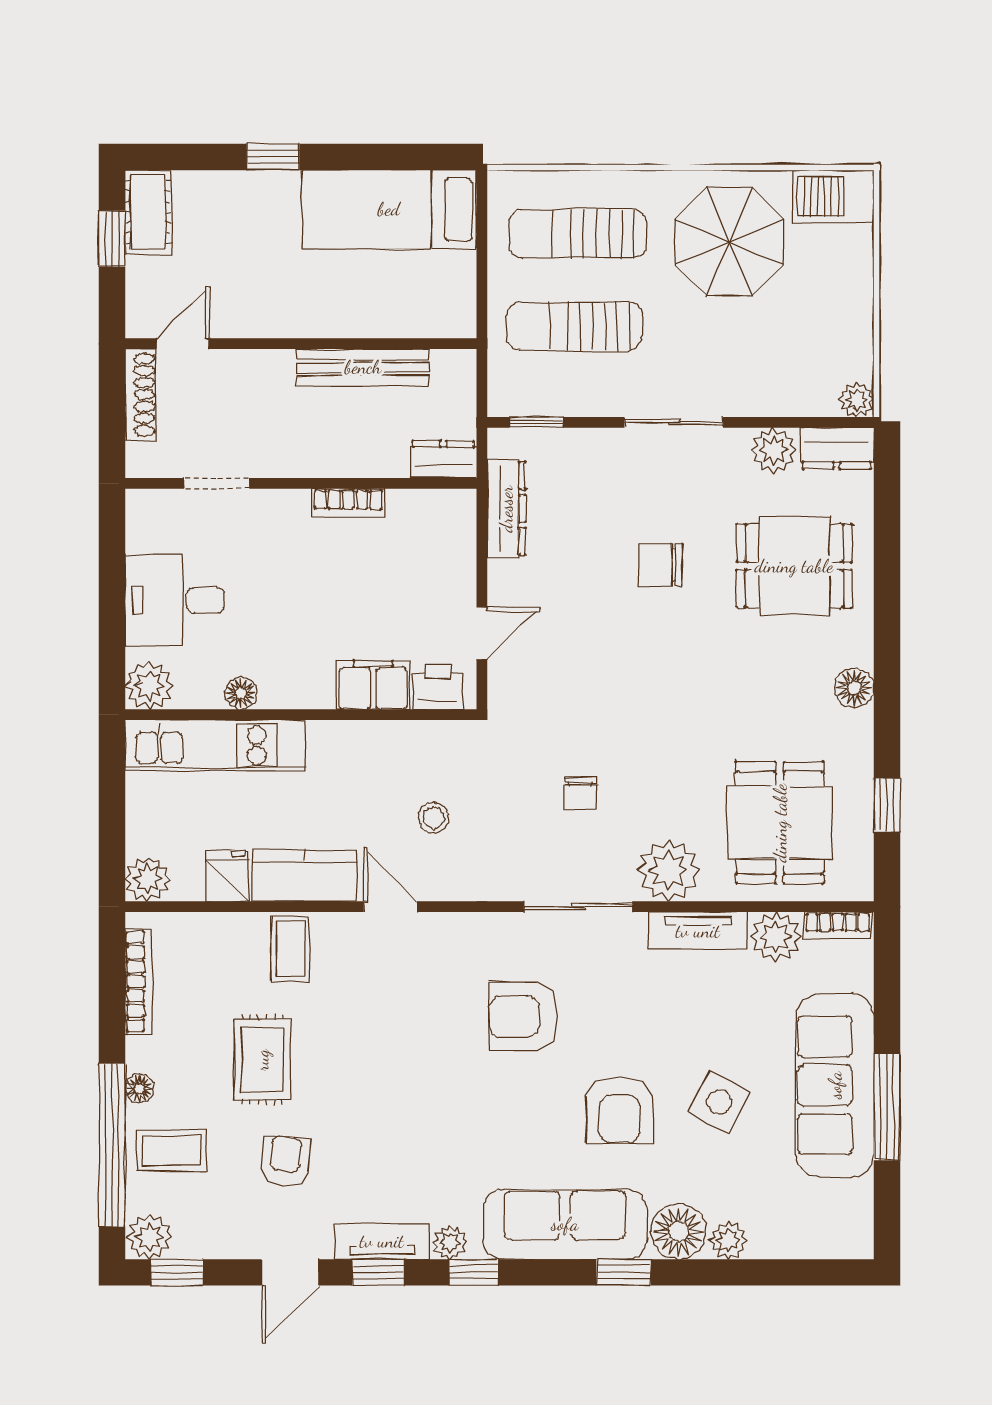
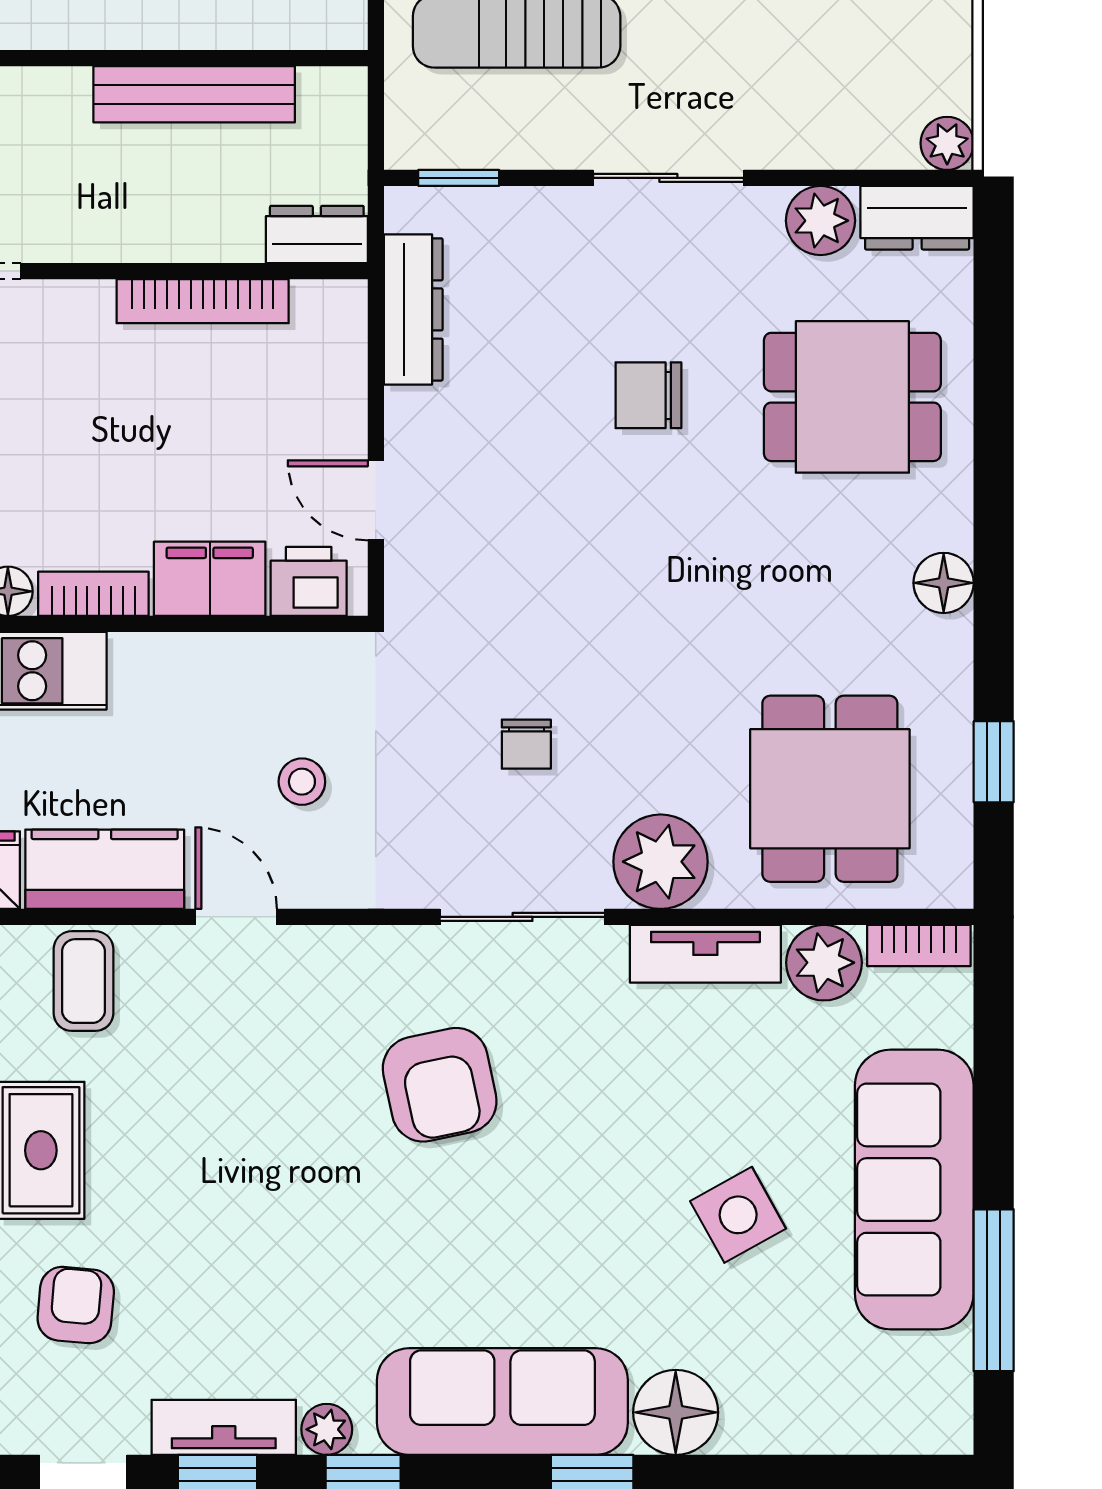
bookcase: (348, 503) -> (203, 301), width x1.56
door: (482, 634) -> (376, 500), swing flipped
bookcase: (297, 695) -> (93, 594), added
armchair: (524, 1017) -> (440, 1085), turned -102
side table: (719, 1102) -> (738, 1215), turned 33
window: (887, 1107) -> (994, 1290), moved
armchair: (620, 1110) -> (586, 1227), removed
plant: (729, 1241) -> (752, 1426), removed

